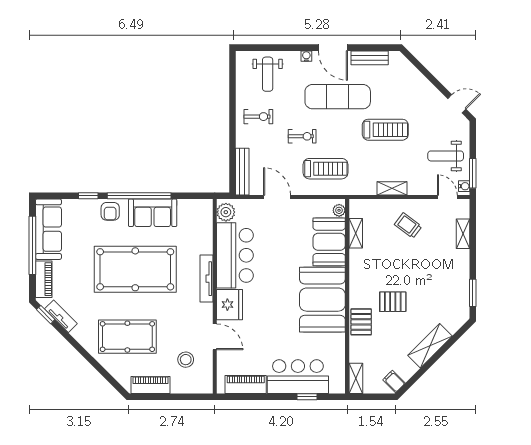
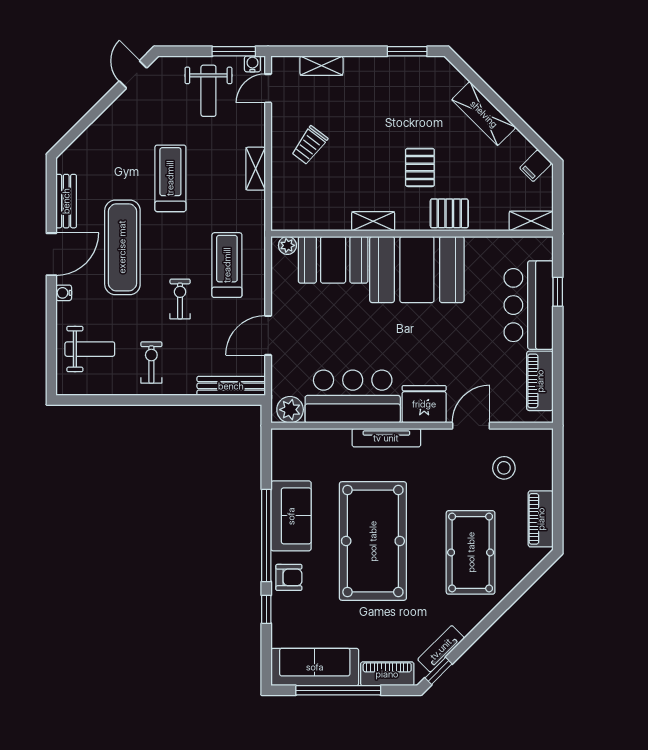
shelving: (356, 233) -> (373, 221), moved

